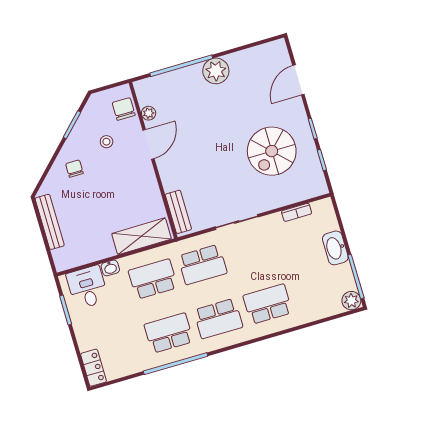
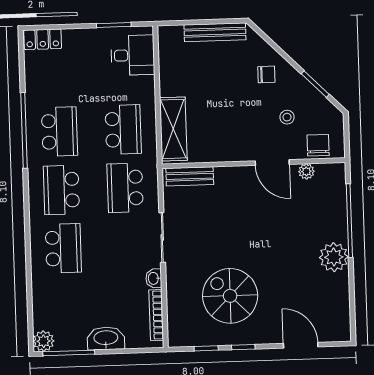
chair: (124, 109) -> (318, 145), turned -90
bookcase: (297, 212) -> (156, 315), width x1.56
washbasin: (110, 268) -> (154, 278), moved

